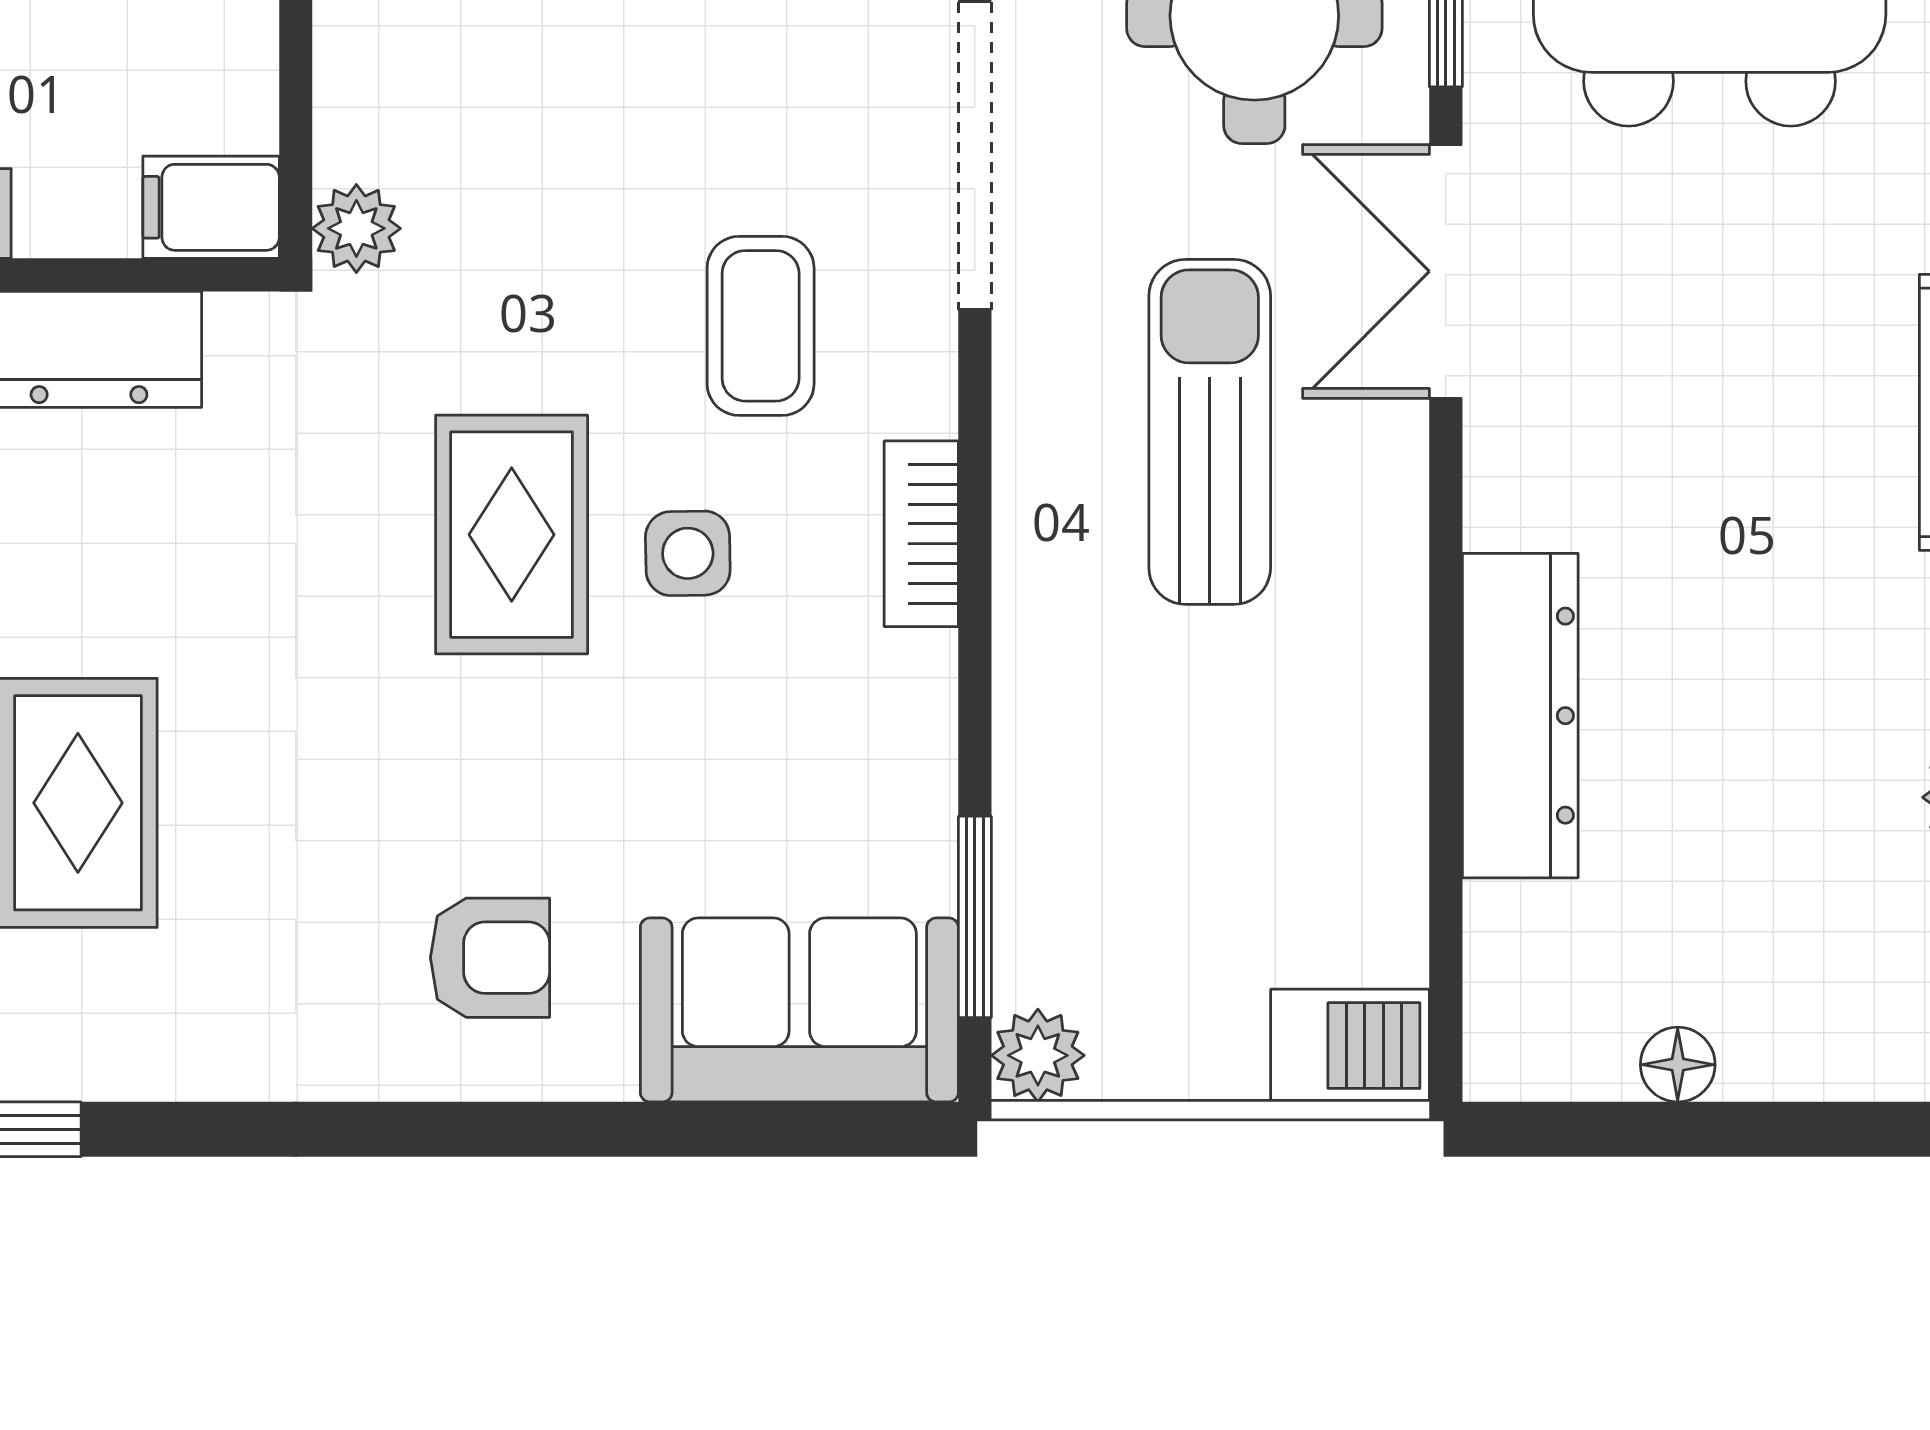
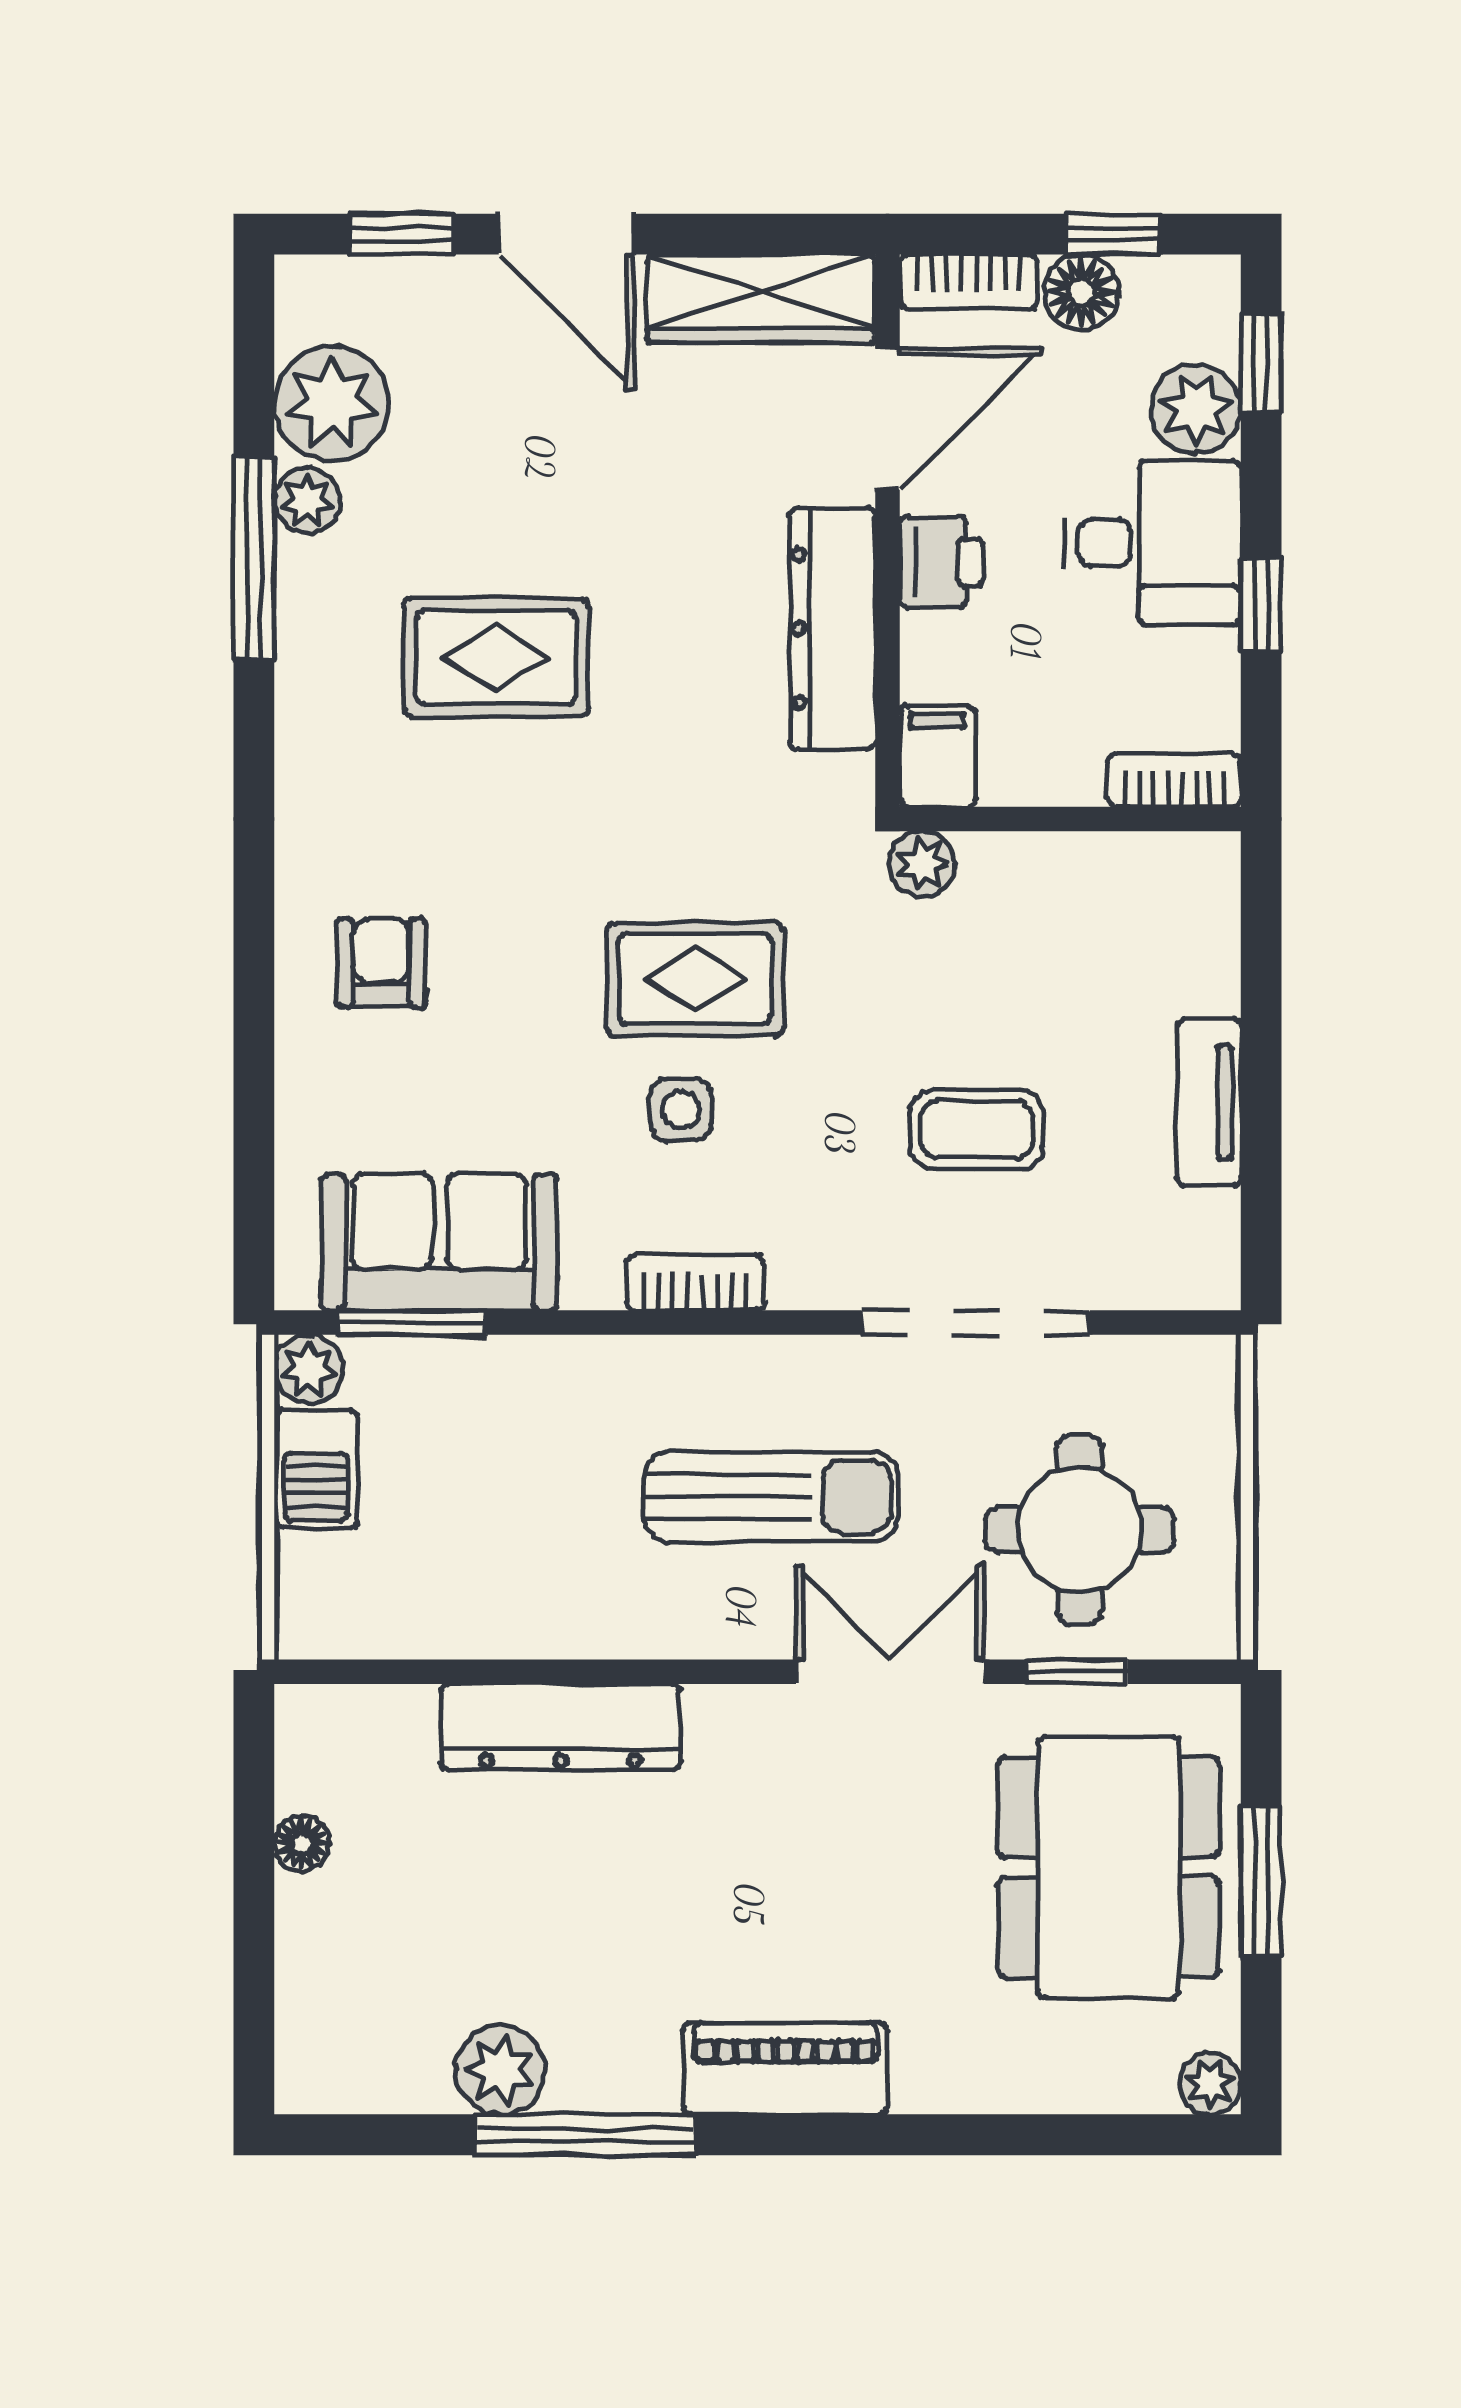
coffee table: (761, 326) -> (977, 1129), moved
armchair: (490, 958) -> (381, 963), turned 180
sofa: (799, 1010) -> (439, 1242), moved, turned -90
barbecue: (1350, 1046) -> (316, 1469), moved

